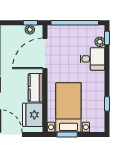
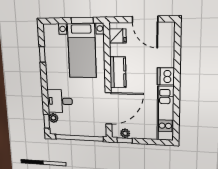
fridge: (33, 115) -> (118, 36), width x0.53, depth x0.75

